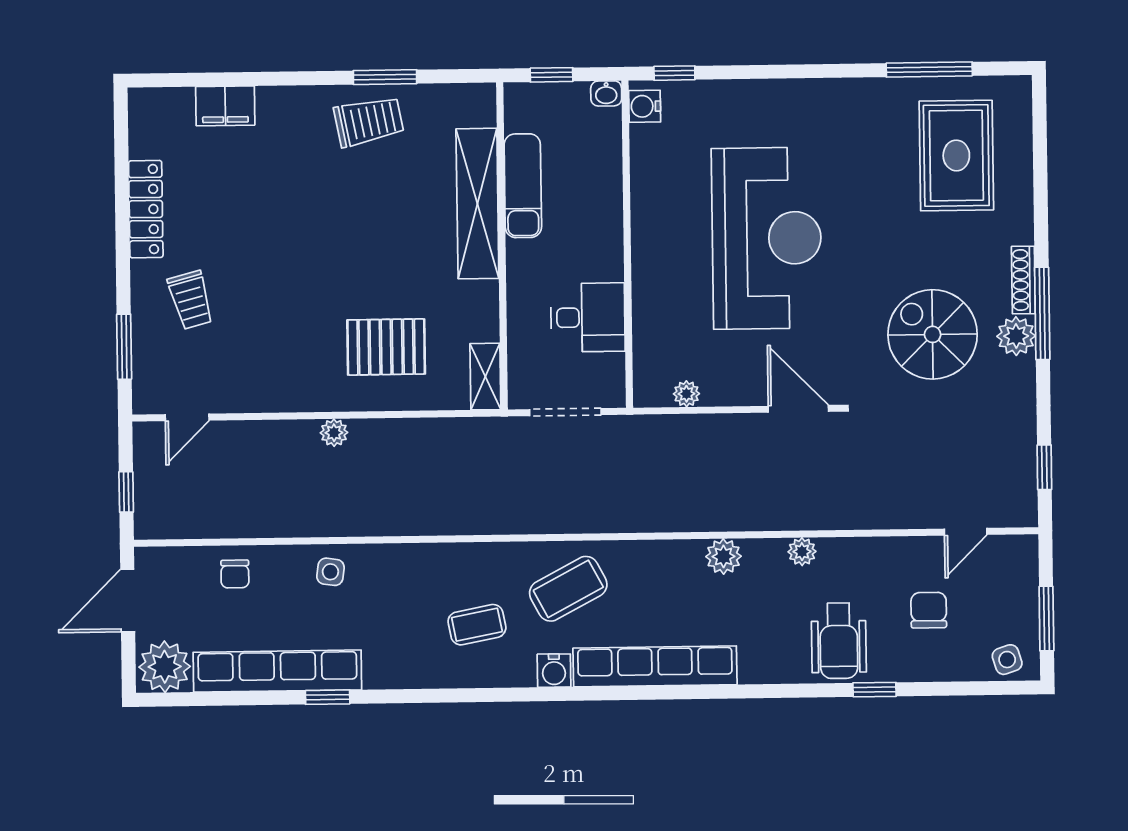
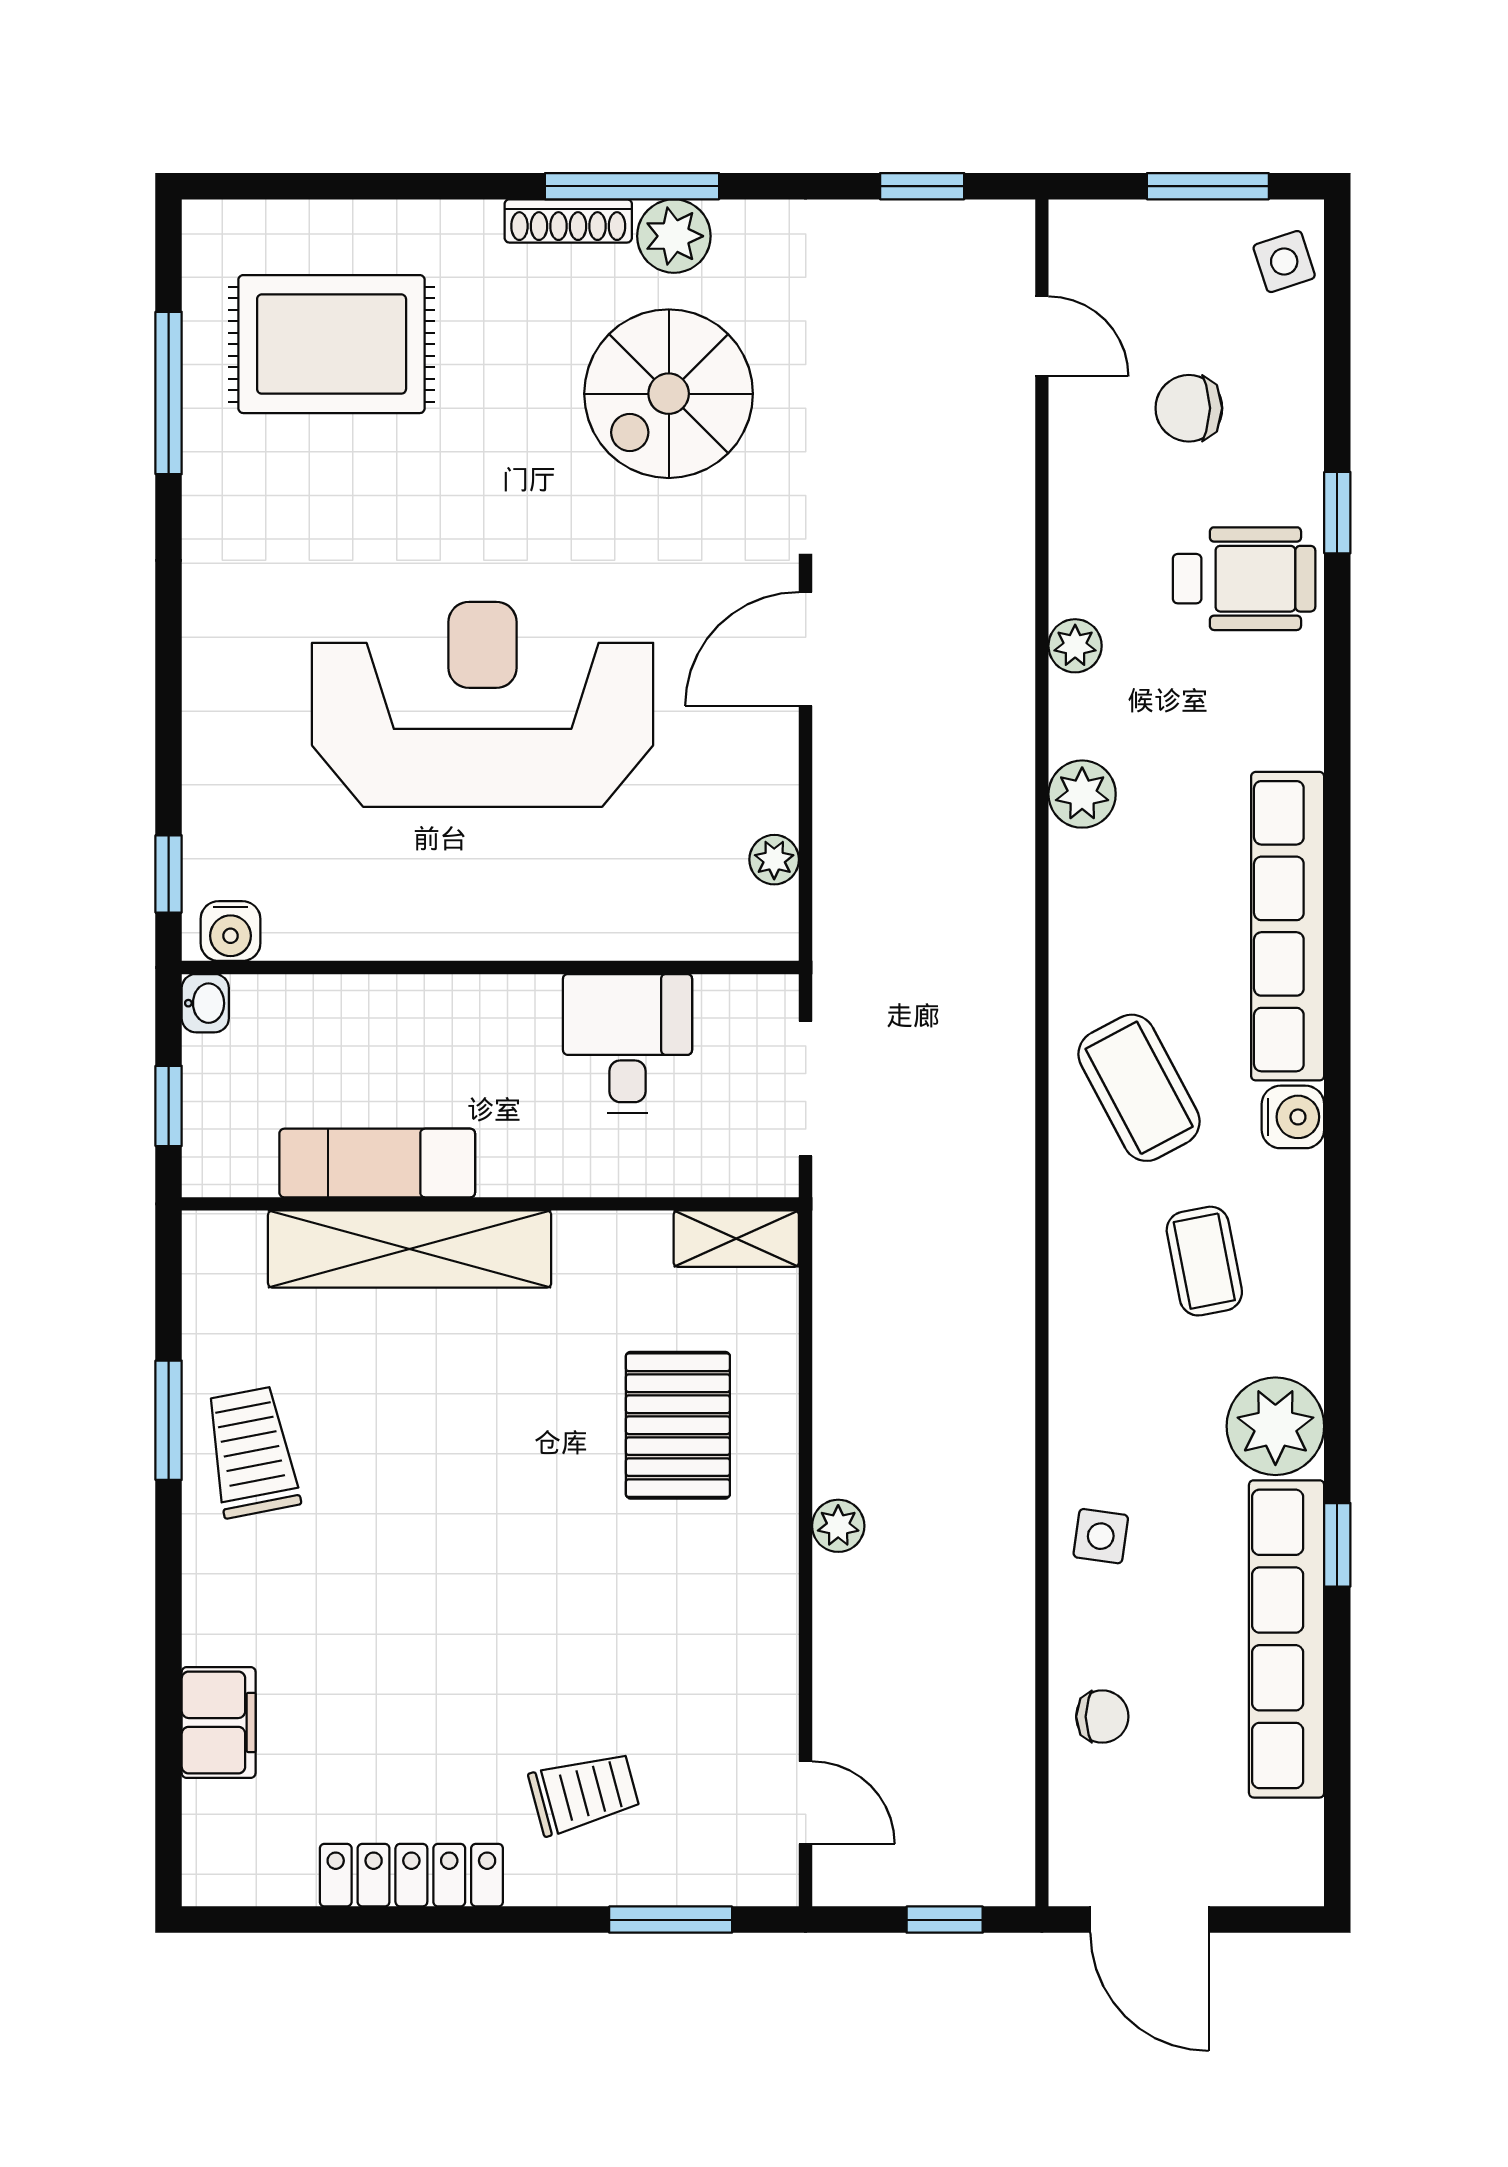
plant: (165, 667) -> (1275, 1426), moved

